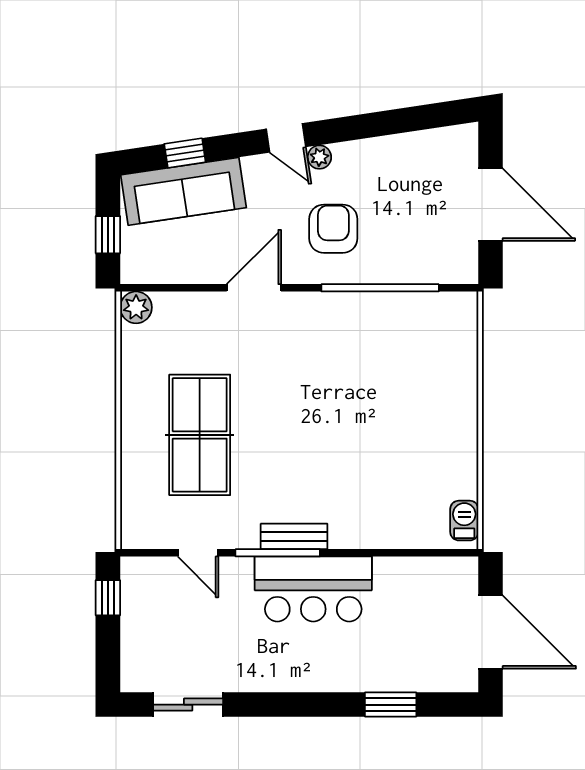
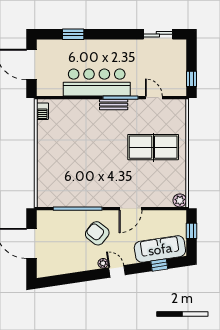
armchair: (333, 229) -> (97, 233), turned 128
table tennis table: (200, 435) -> (153, 147), turned 90
bar counter: (313, 589) -> (97, 83), width x1.36

